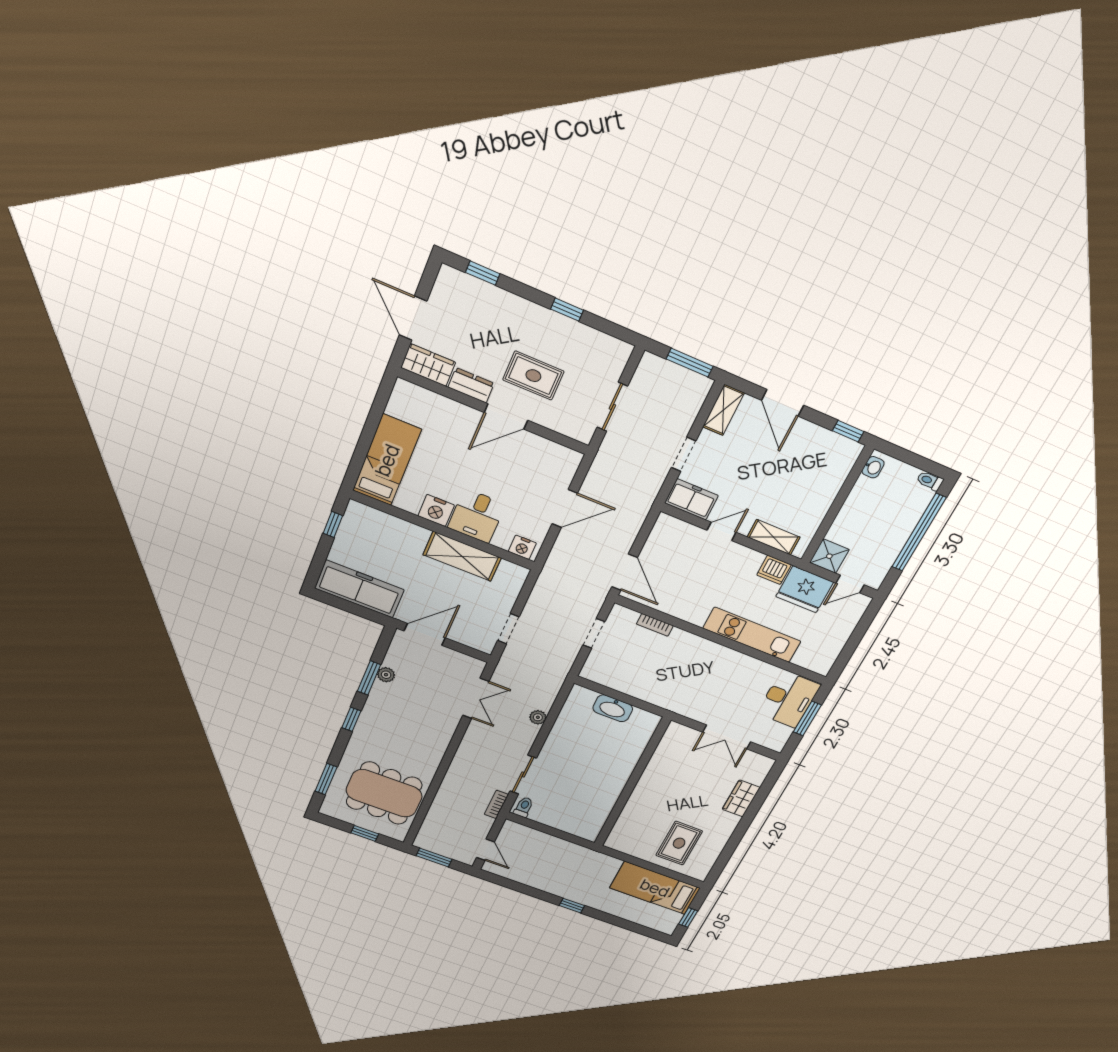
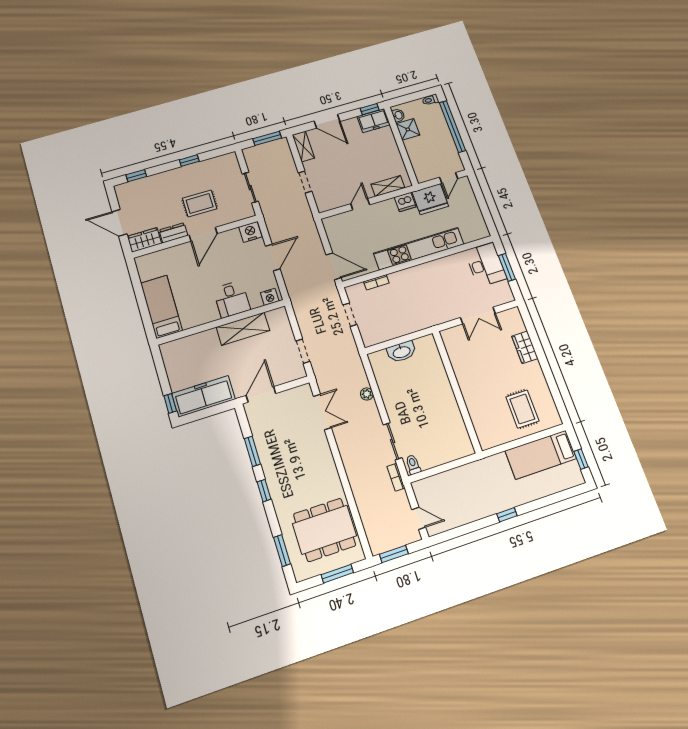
freezer: (691, 499) -> (374, 121), moved, turned 180
nightstand: (436, 510) -> (250, 232), moved, turned 180
window: (333, 524) -> (170, 403), moved
shower: (829, 556) -> (408, 129), moved
kitchen unit: (752, 635) -> (419, 249), width x1.36
plant: (386, 675) -> (260, 441), removed
window: (365, 833) -> (337, 574), width x1.50

